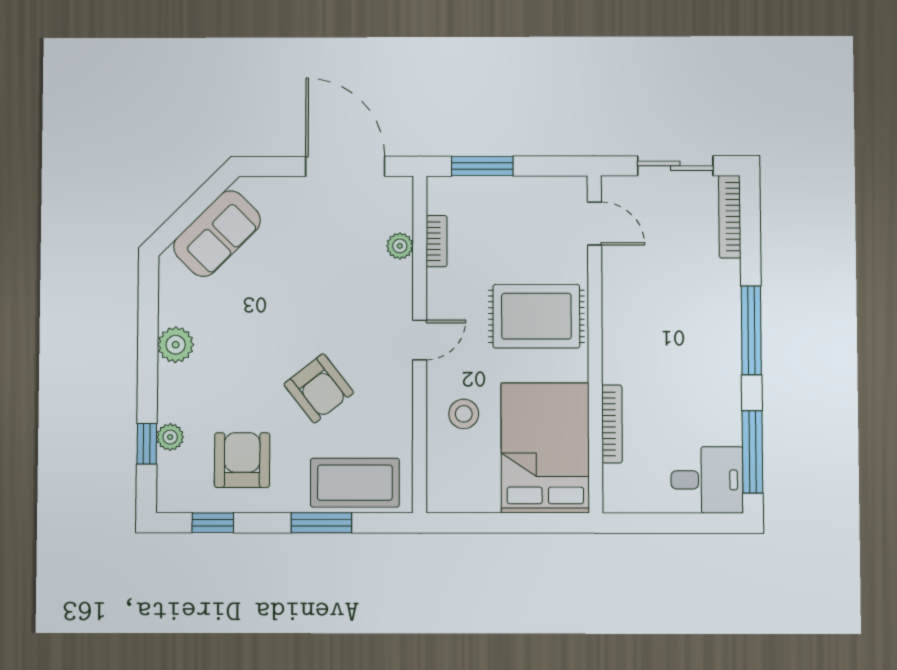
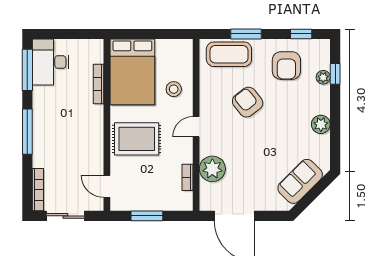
window: (482, 166) -> (147, 216), moved
plant: (400, 246) -> (212, 169), width x1.88, depth x1.88
desk: (707, 480) -> (51, 62), width x1.37

